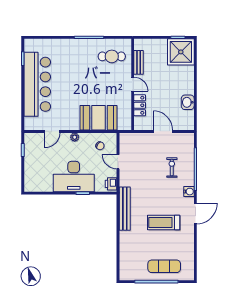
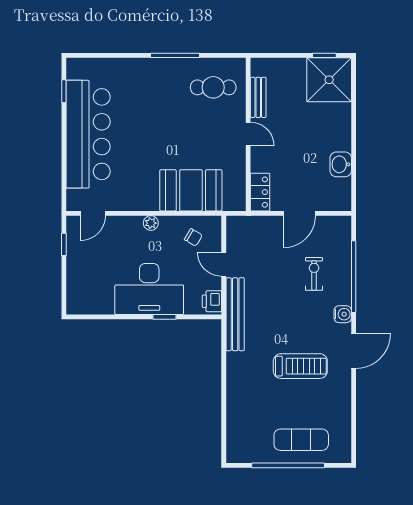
locker: (140, 105) -> (260, 192), moved
door: (52, 131) -> (93, 213), moved
door: (163, 131) -> (299, 213), swing flipped
bench: (125, 209) -> (235, 314), moved
treadmill: (164, 222) -> (300, 366), turned 180

